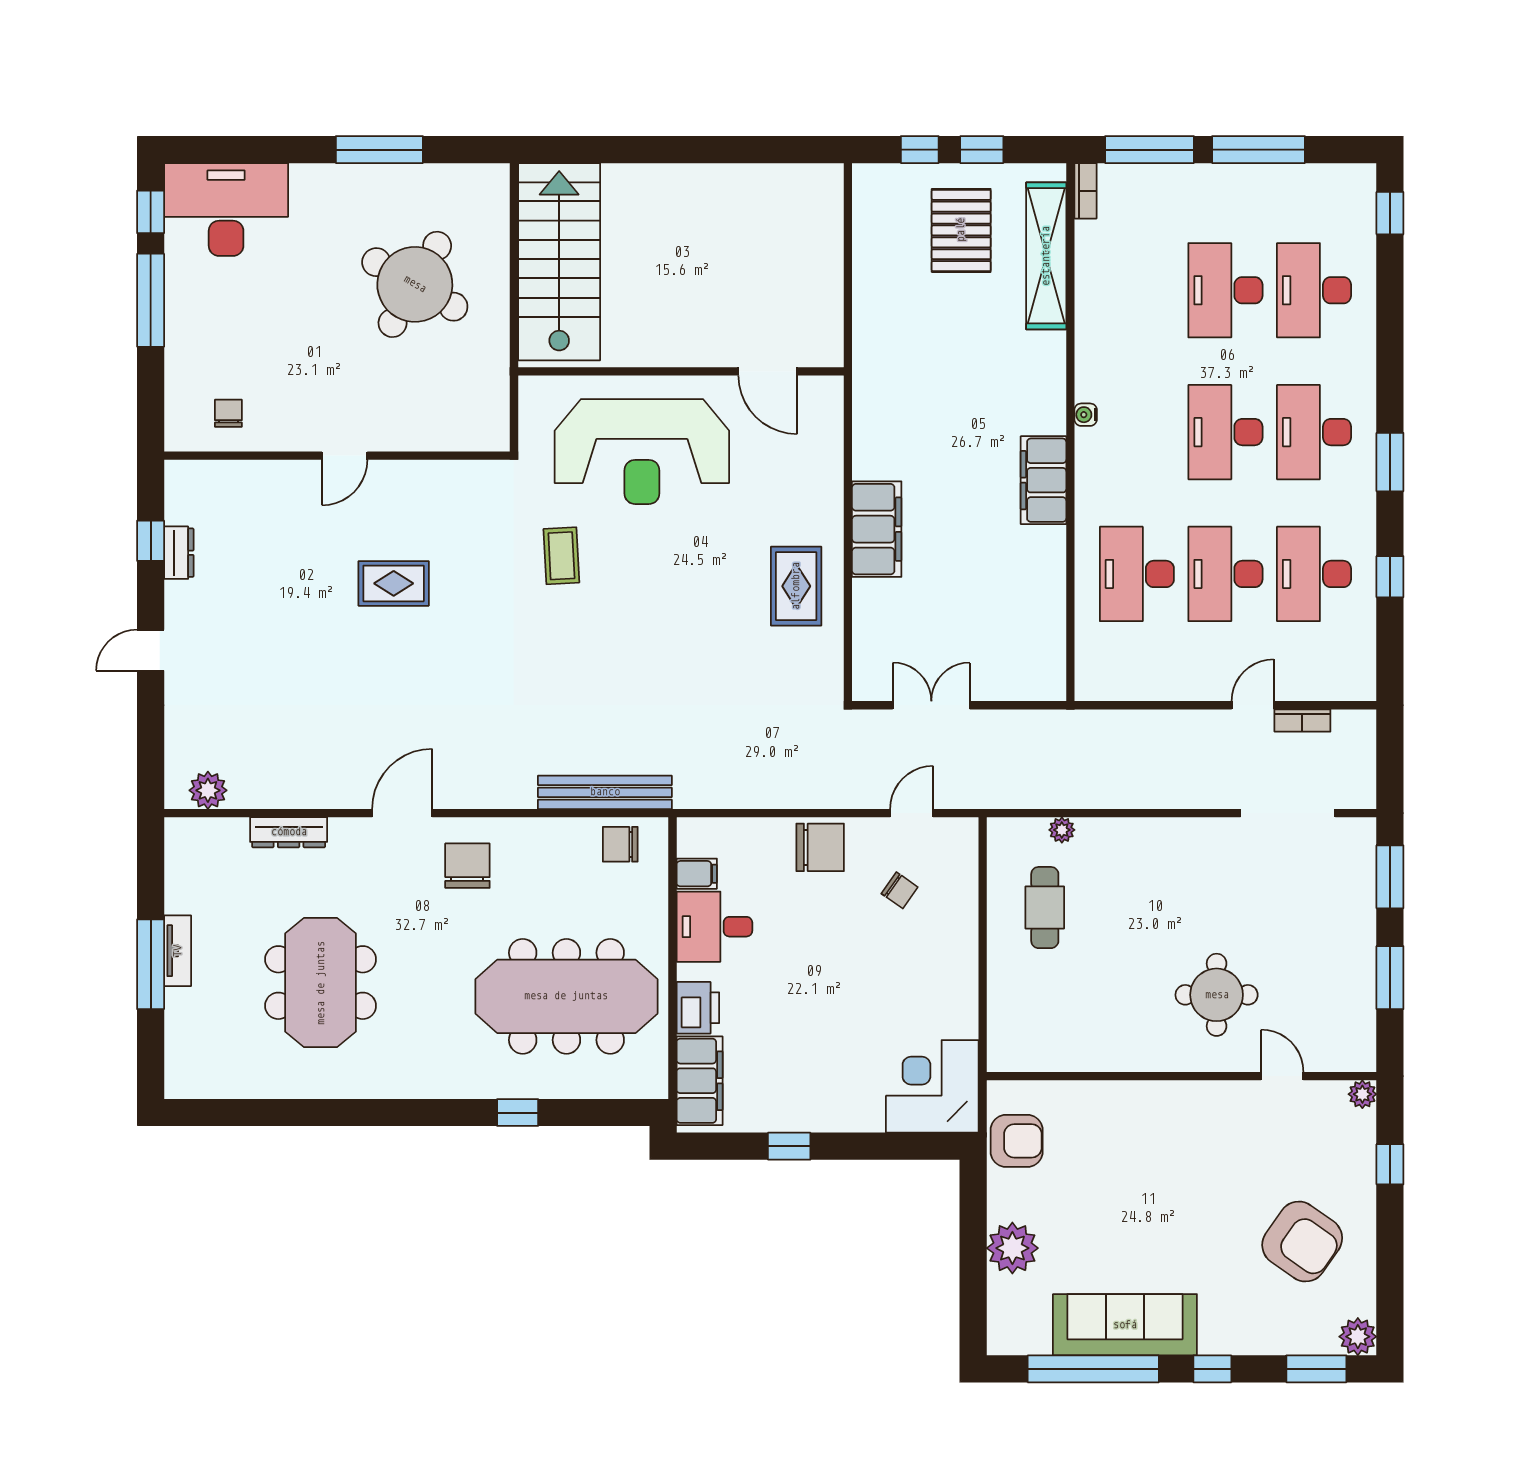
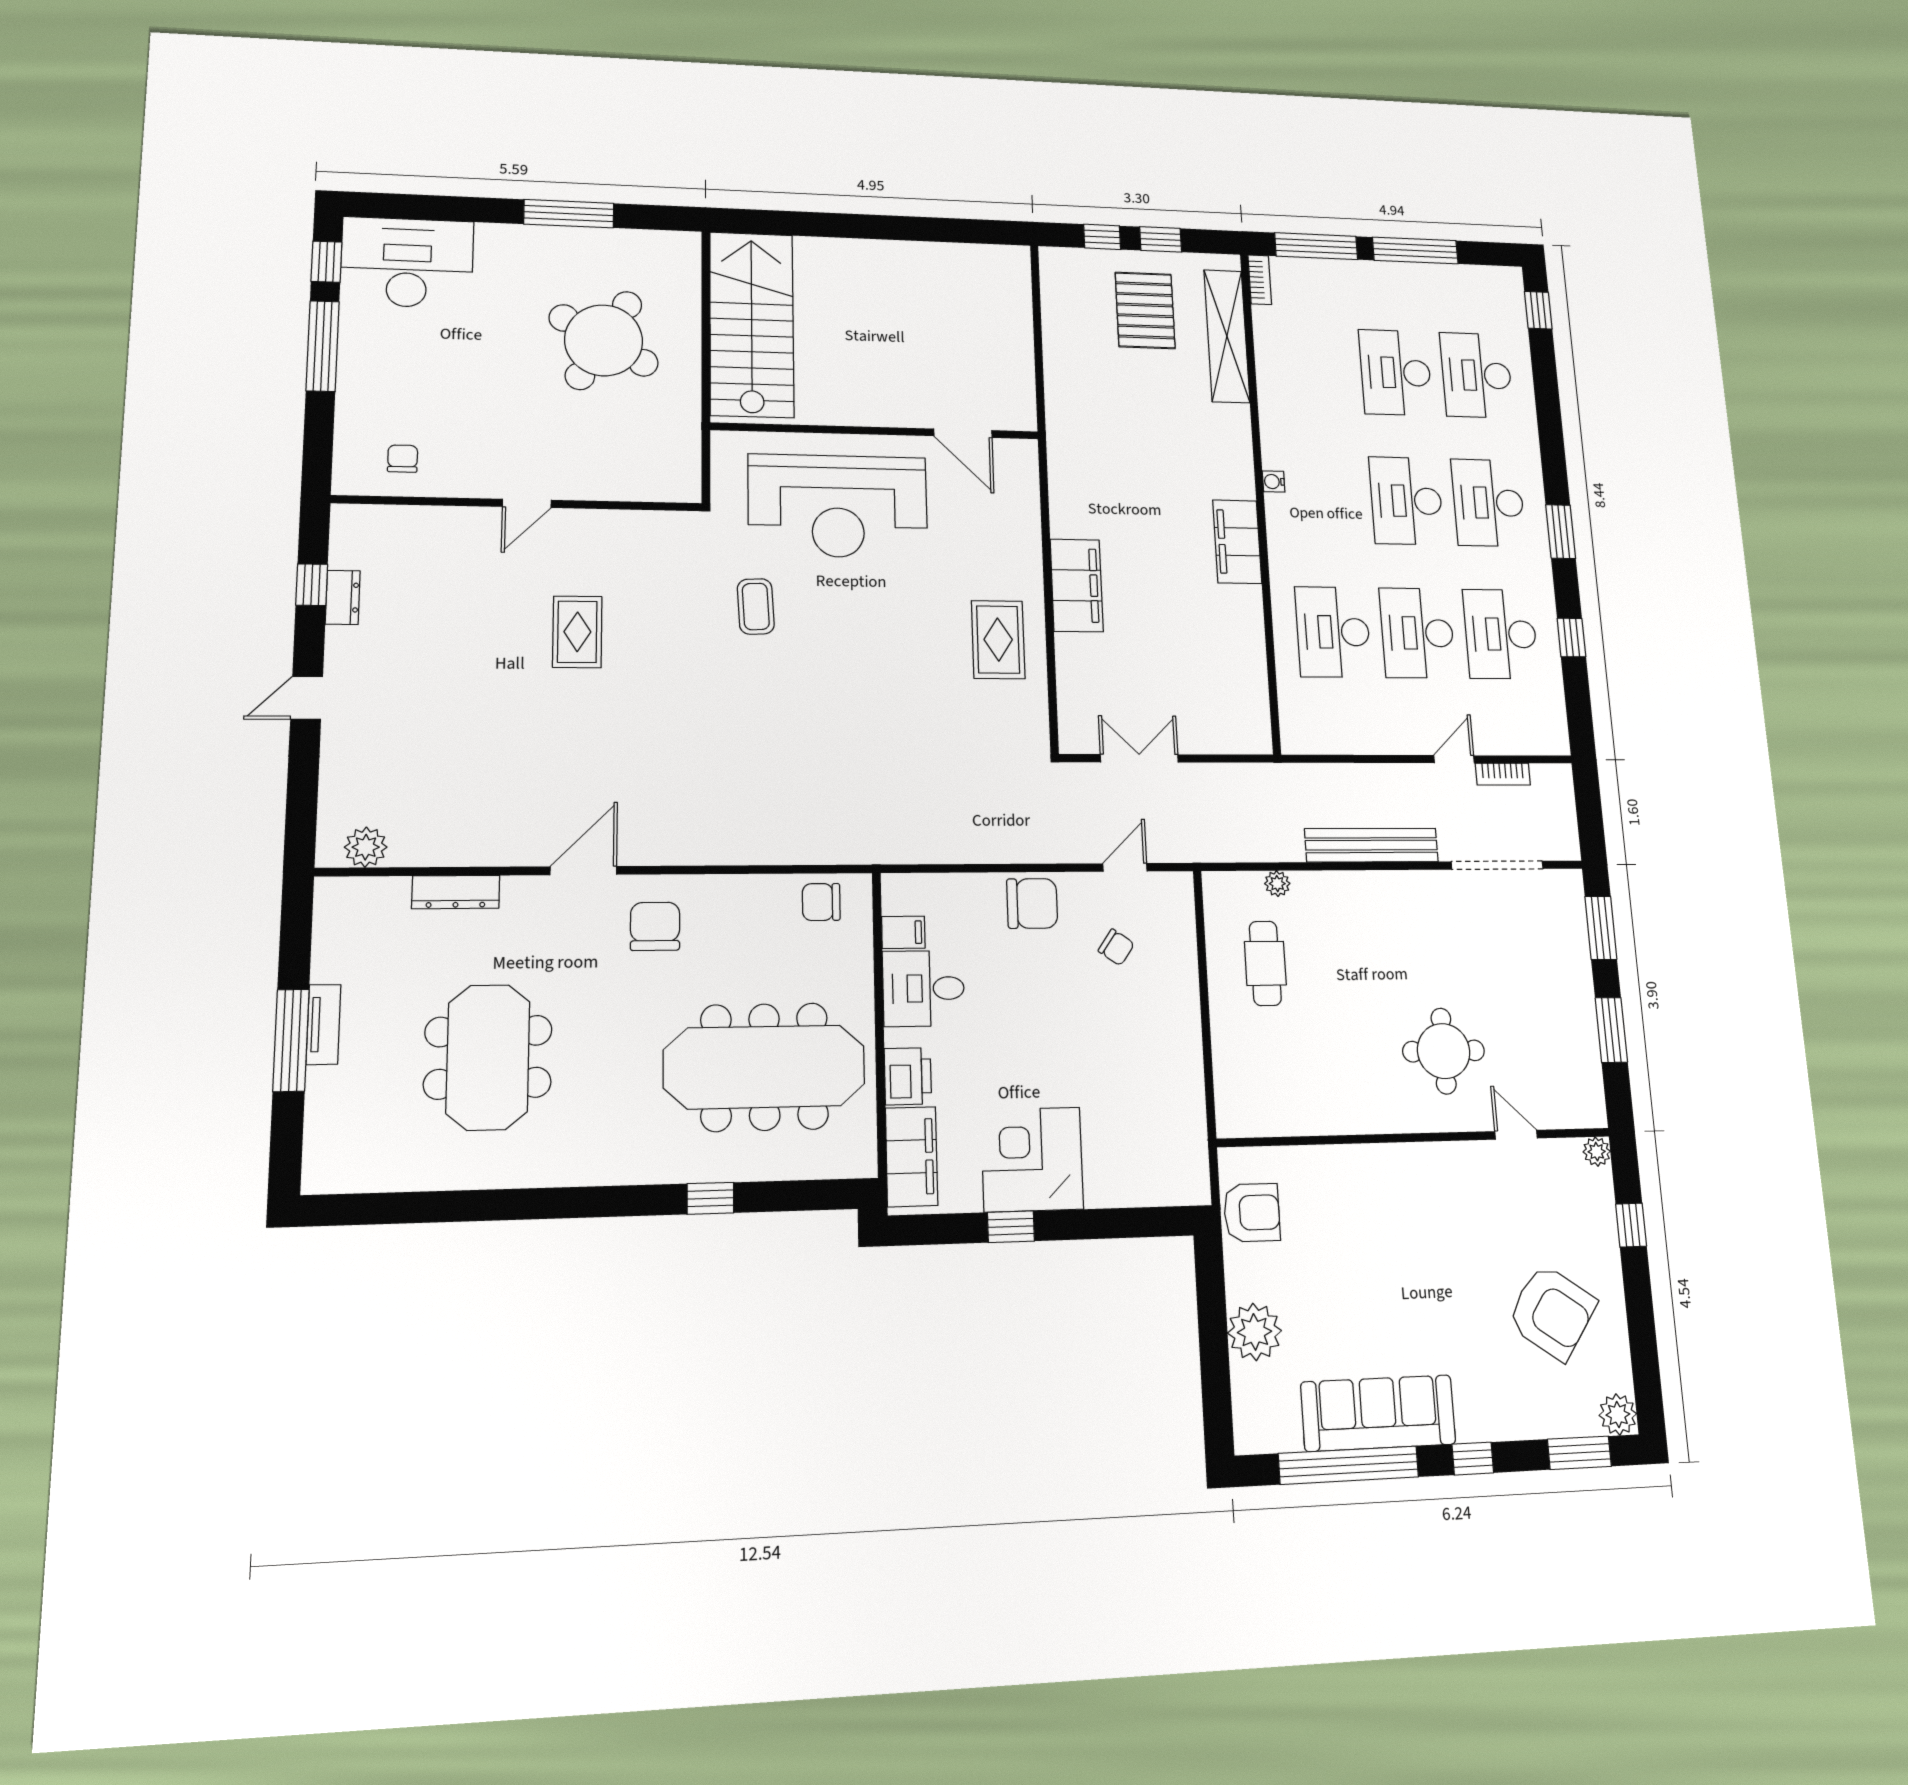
rug: (394, 583) -> (577, 632), turned 90
bench: (605, 792) -> (1371, 845), moved
corner desk: (932, 1086) -> (1032, 1159), moved

